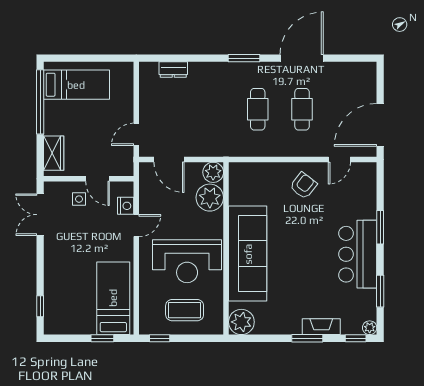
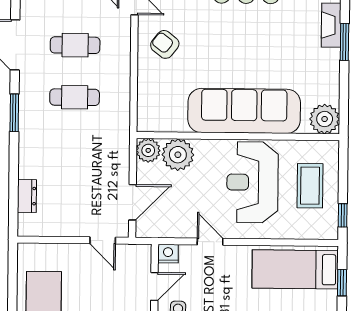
nightstand: (126, 206) -> (168, 254), moved
reception desk: (187, 261) -> (252, 182), turned 180

